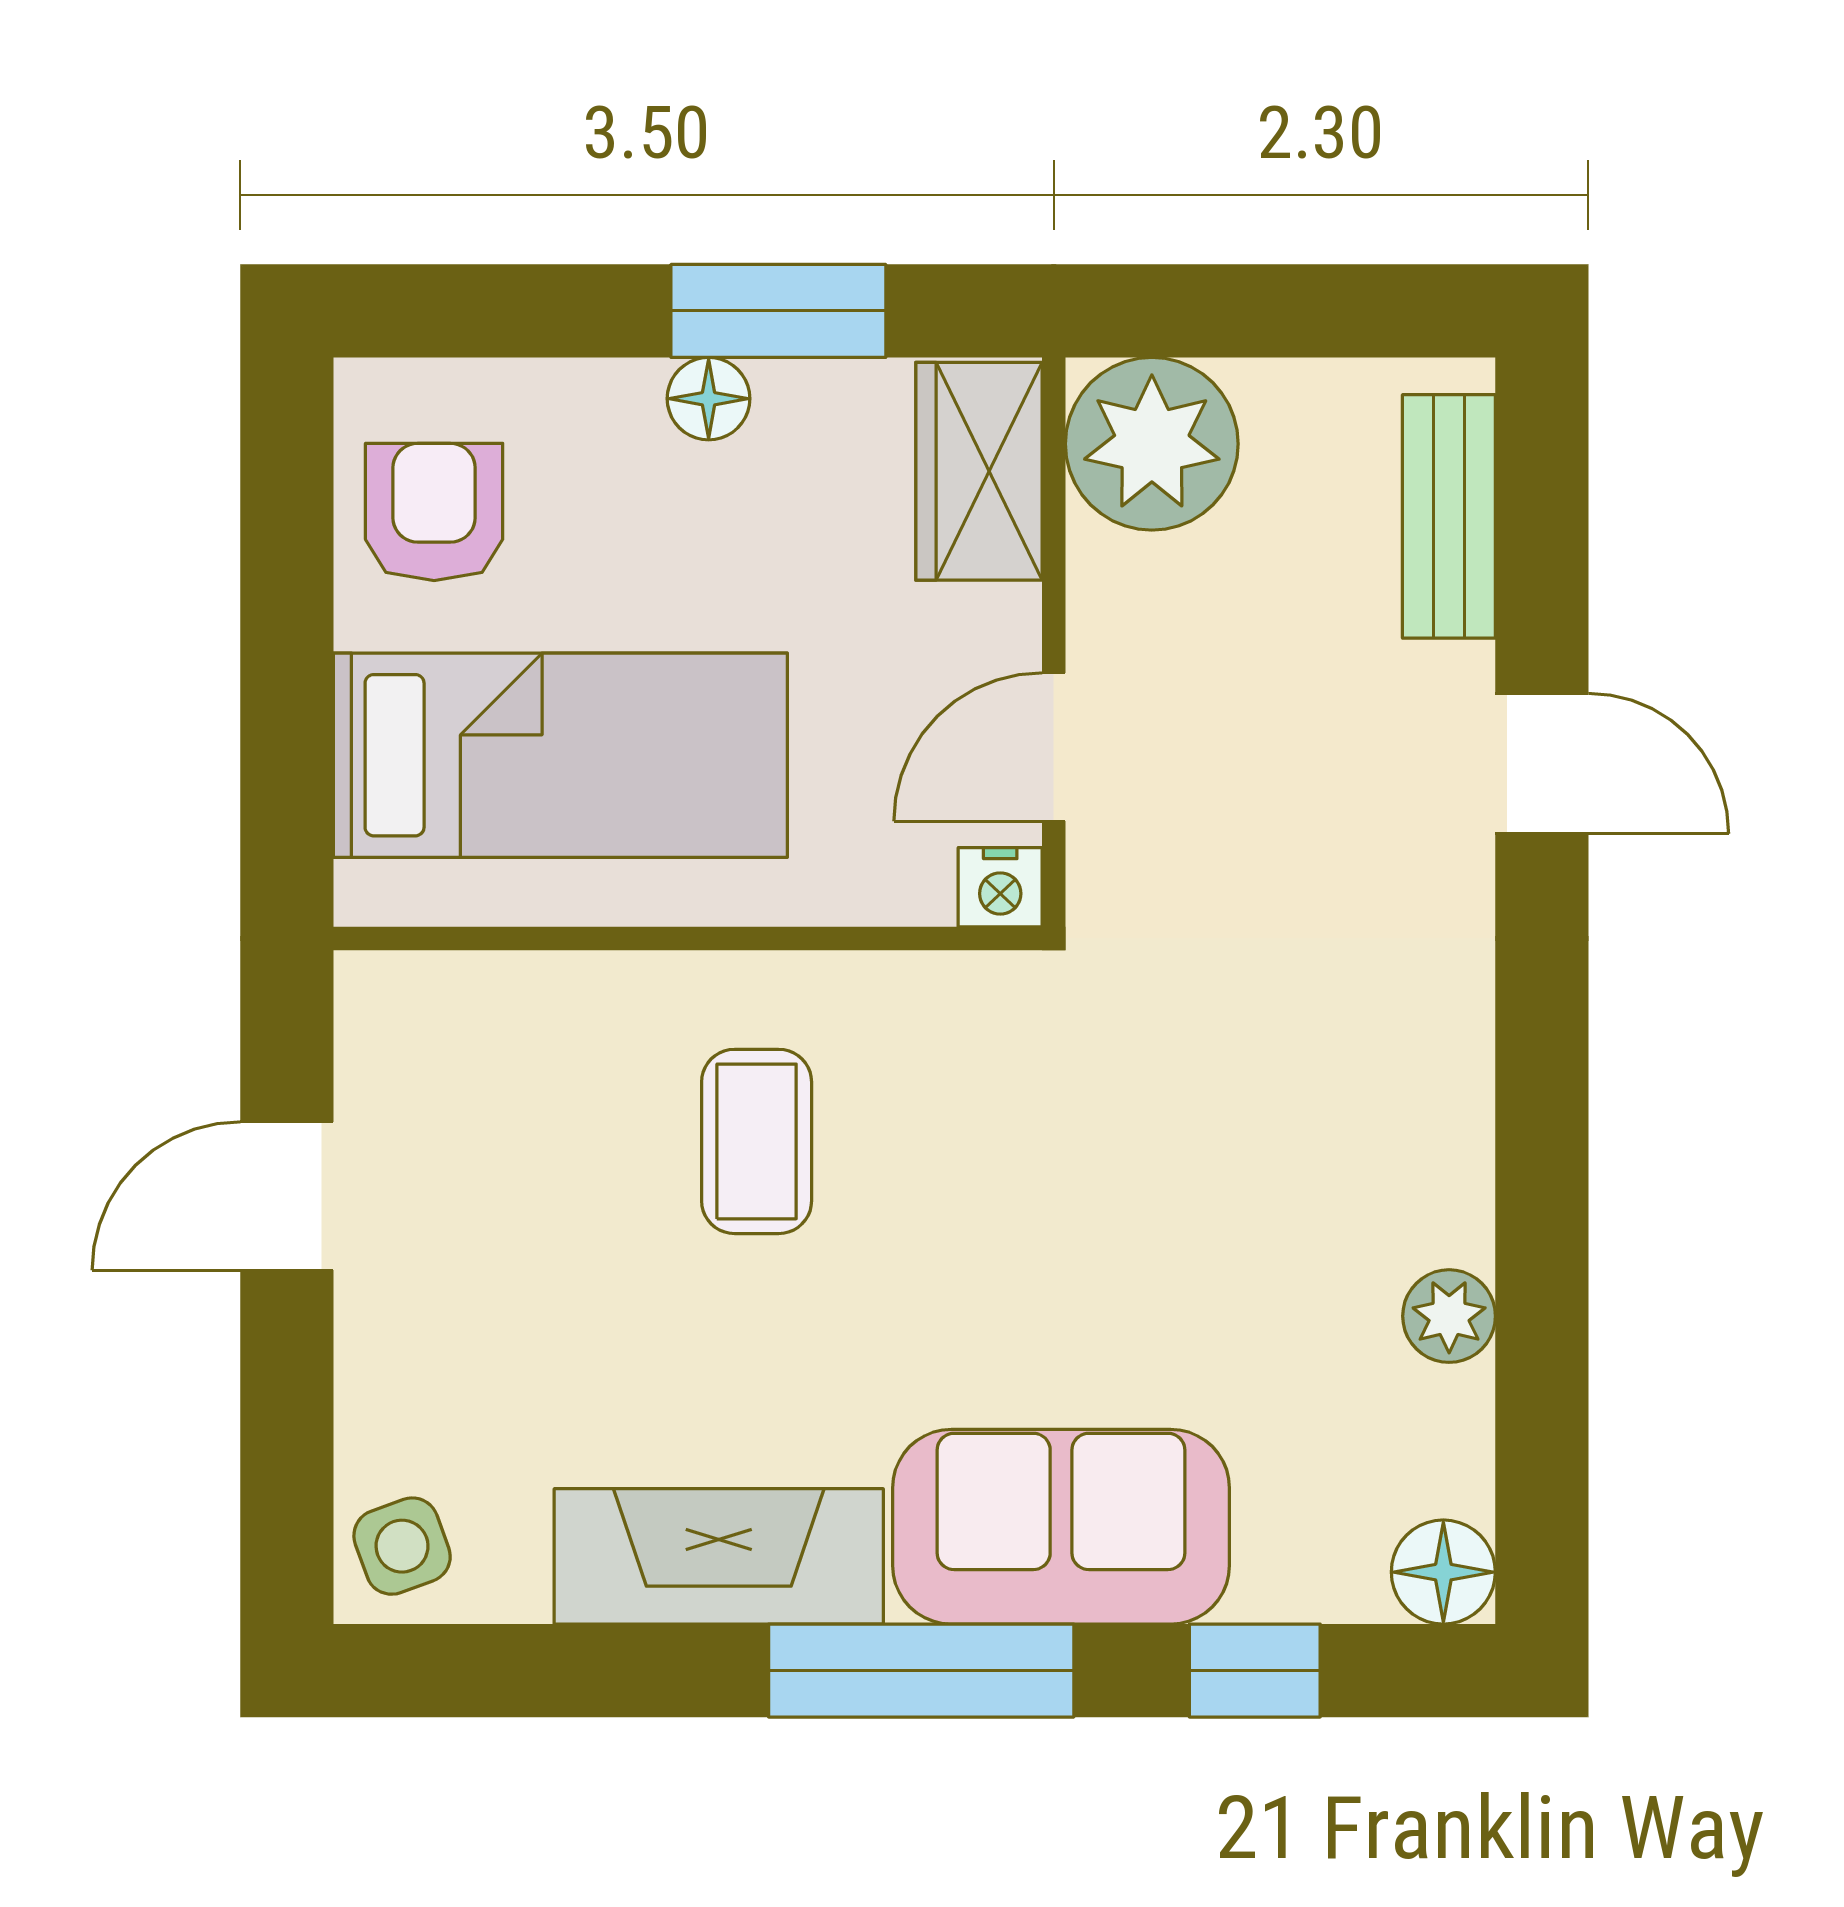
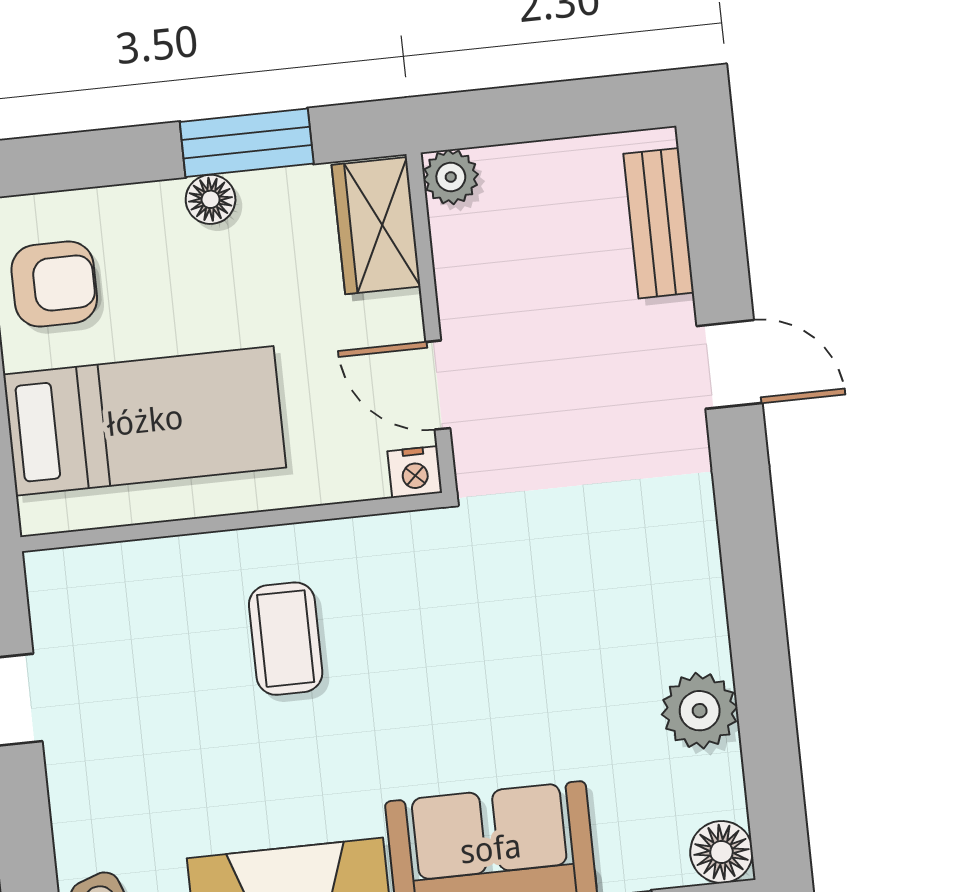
plant: (1152, 444) -> (451, 177), width x0.53, depth x0.53
armchair: (434, 512) -> (54, 284), turned 90
door: (1054, 747) -> (438, 385), hinge flipped
plant: (1449, 1316) -> (700, 711), width x1.38, depth x1.38

